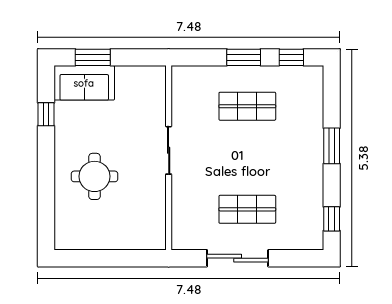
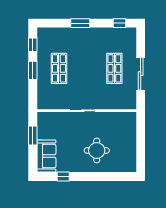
window: (93, 57) -> (33, 136), moved

